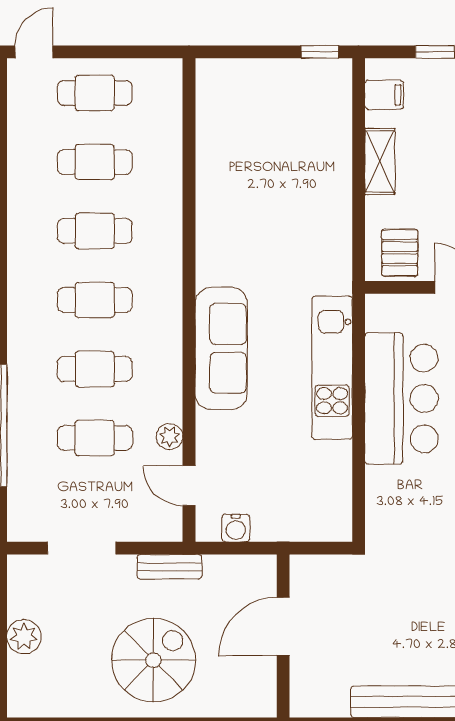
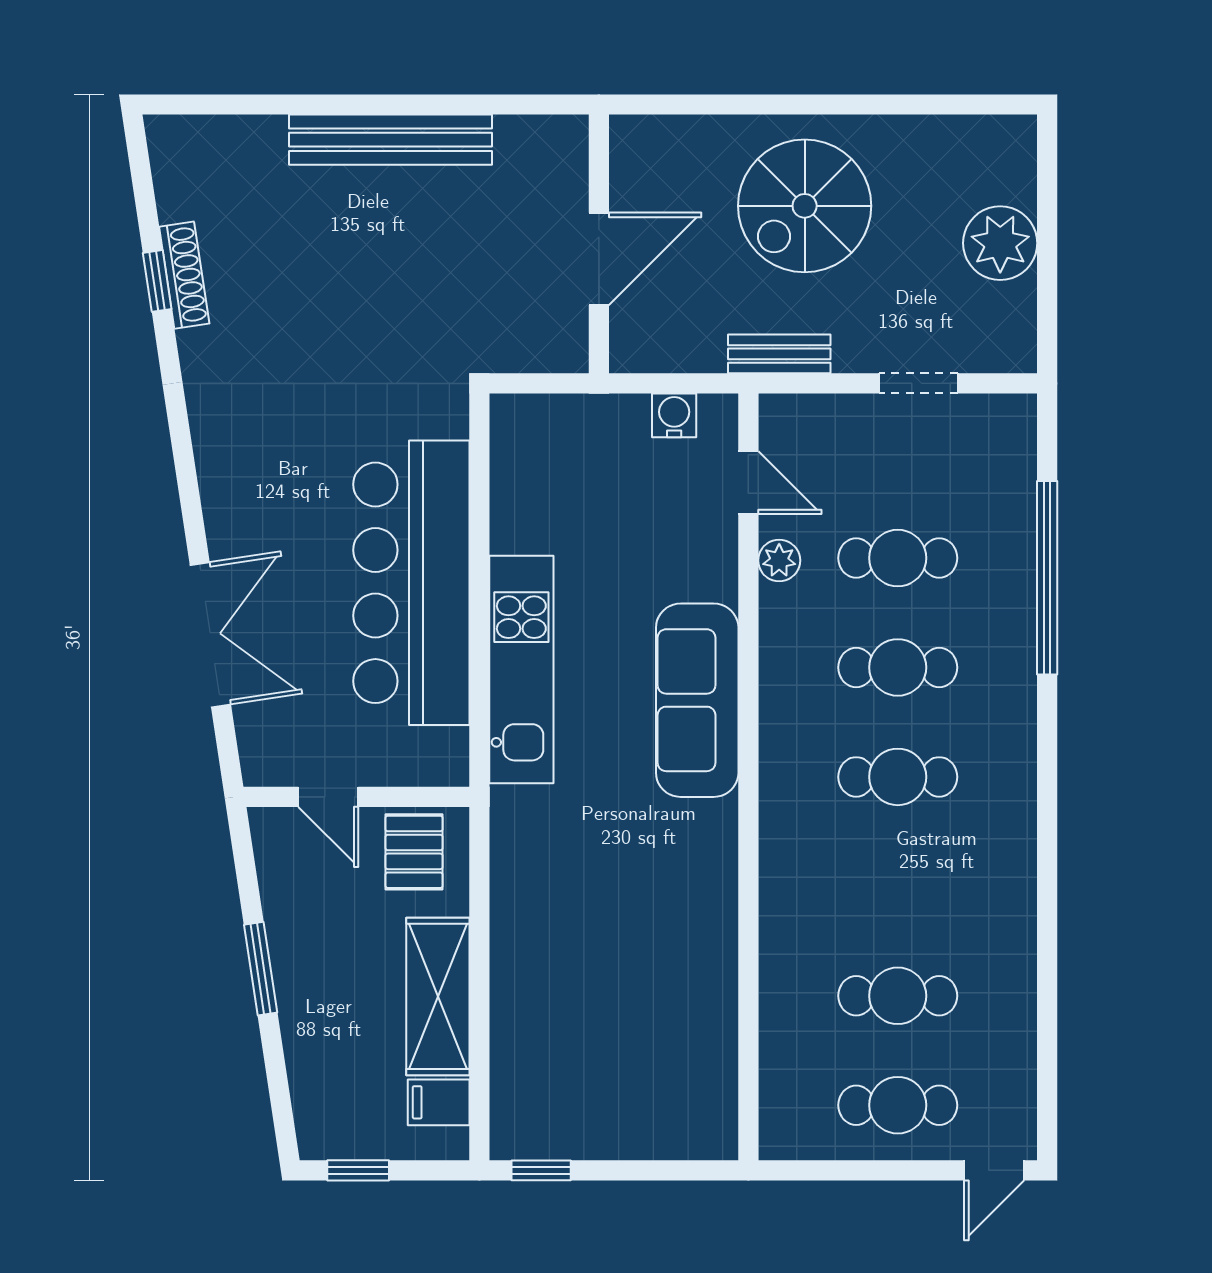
shelving: (380, 162) -> (438, 996), width x1.50, depth x1.33
cafe table: (95, 231) -> (898, 886), removed
bar counter: (401, 398) -> (411, 583), width x1.36
doorway: (82, 548) -> (919, 383), width x0.73
plant: (24, 637) -> (1000, 243), width x1.36, depth x1.36

